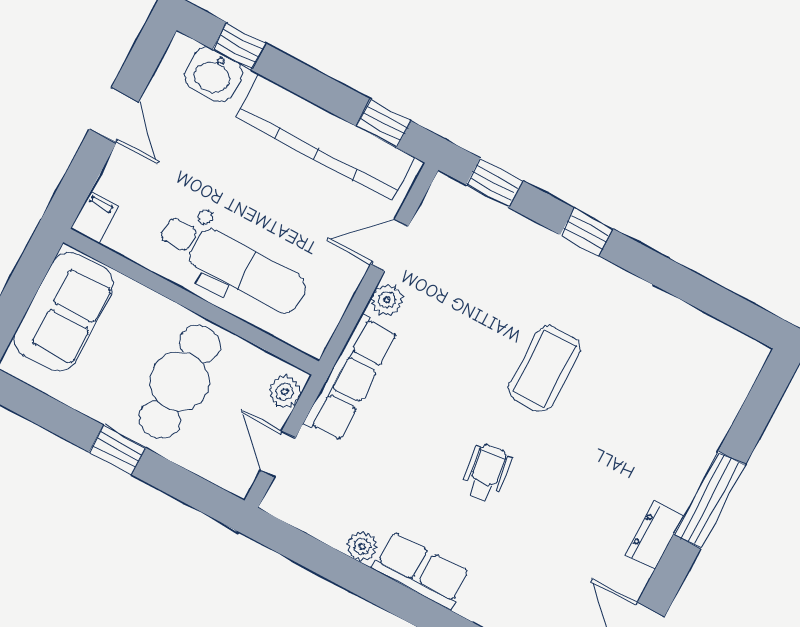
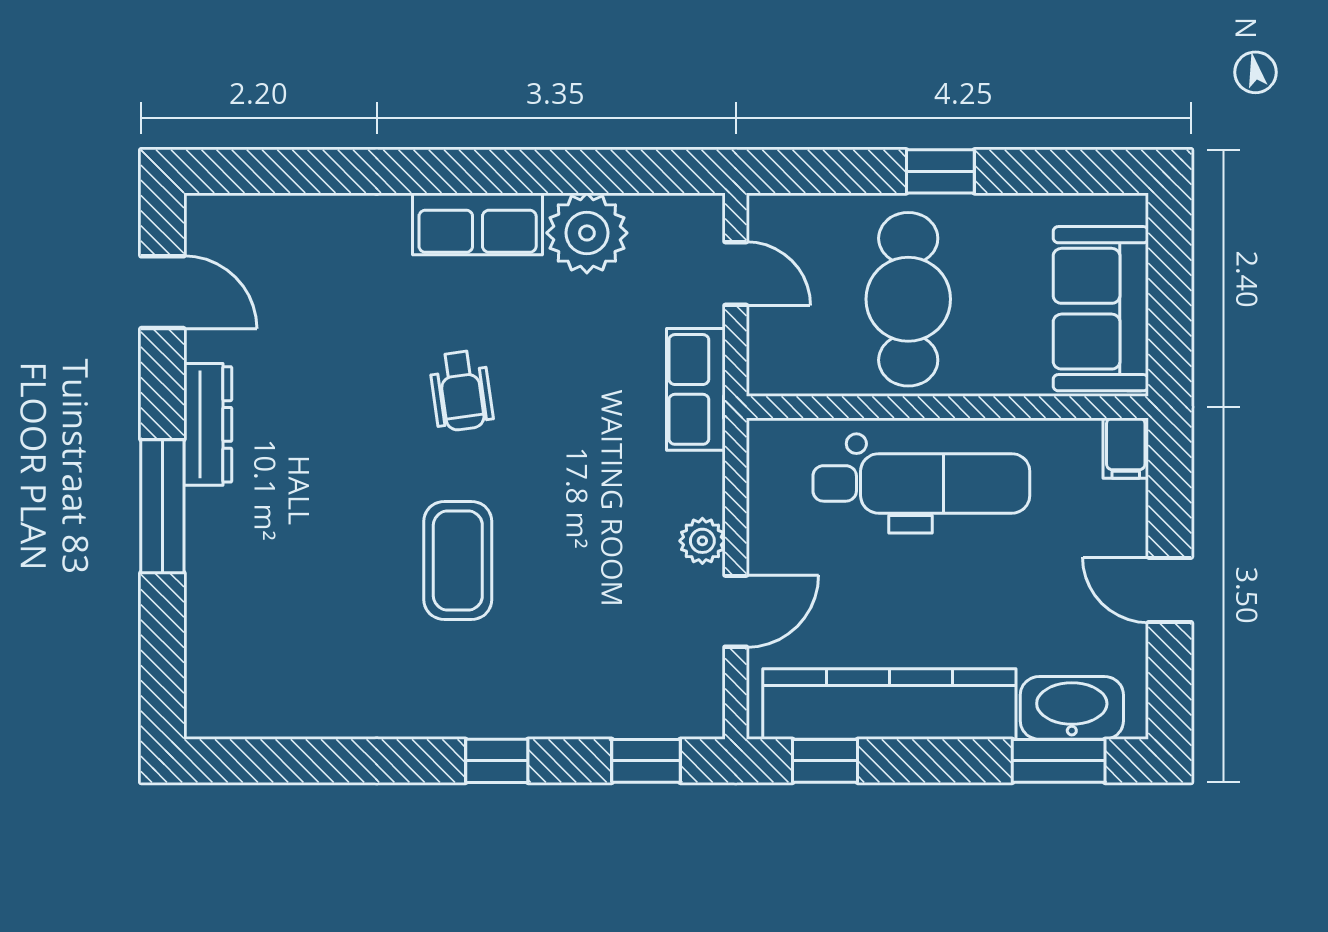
window: (239, 46) -> (1059, 761), width x1.50
washbasin: (213, 75) -> (1072, 708), width x1.38
dental chair: (232, 263) -> (921, 483), turned 180
row of seats: (350, 378) -> (696, 389), width x0.68
plant: (285, 392) -> (769, 357), removed
dresser: (654, 535) -> (208, 424), width x1.44
plant: (362, 546) -> (587, 233), width x1.88, depth x1.88

